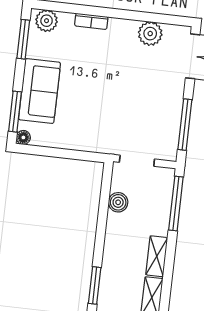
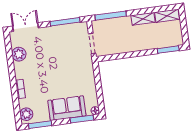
boiler: (118, 202) -> (118, 48), removed

